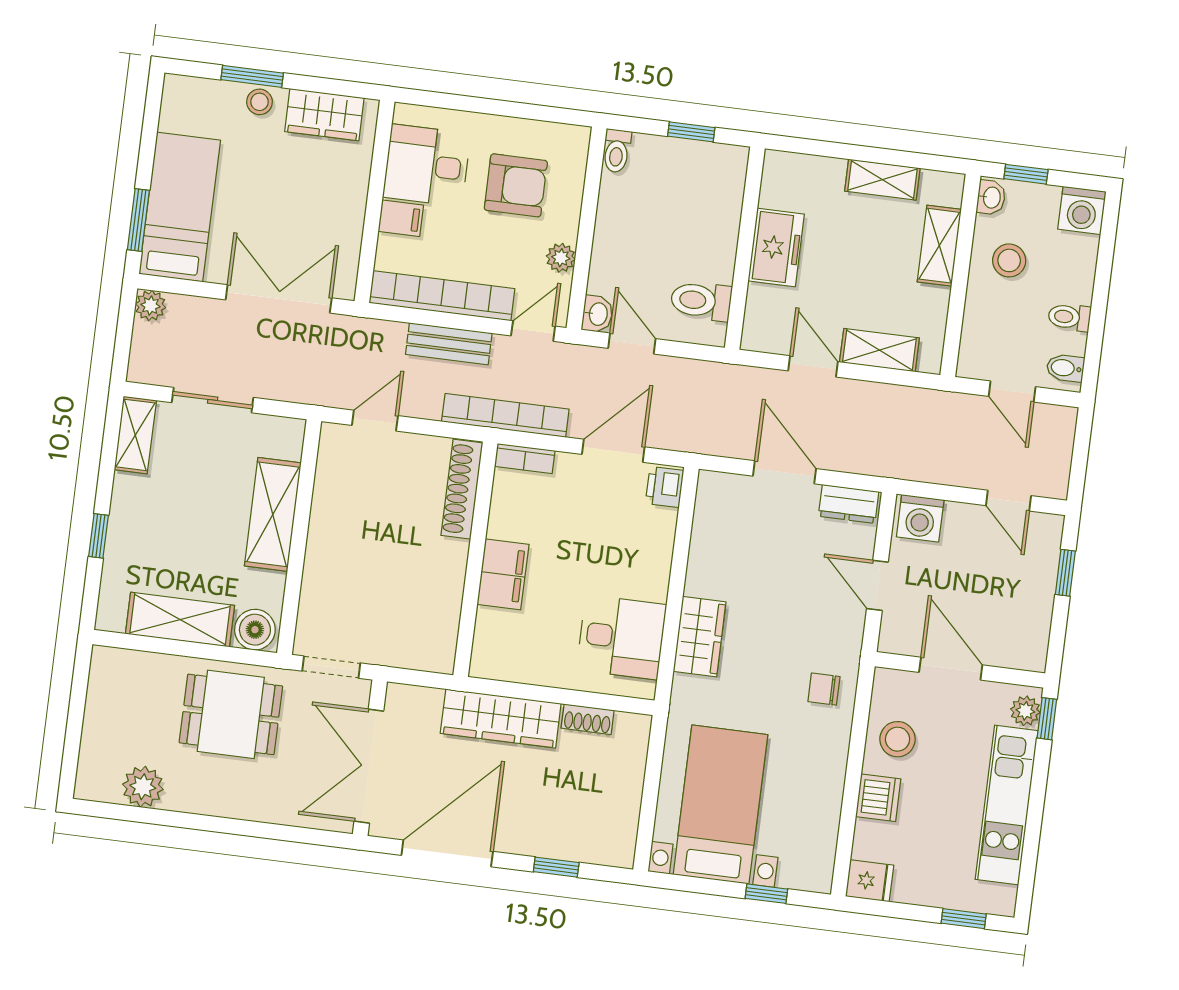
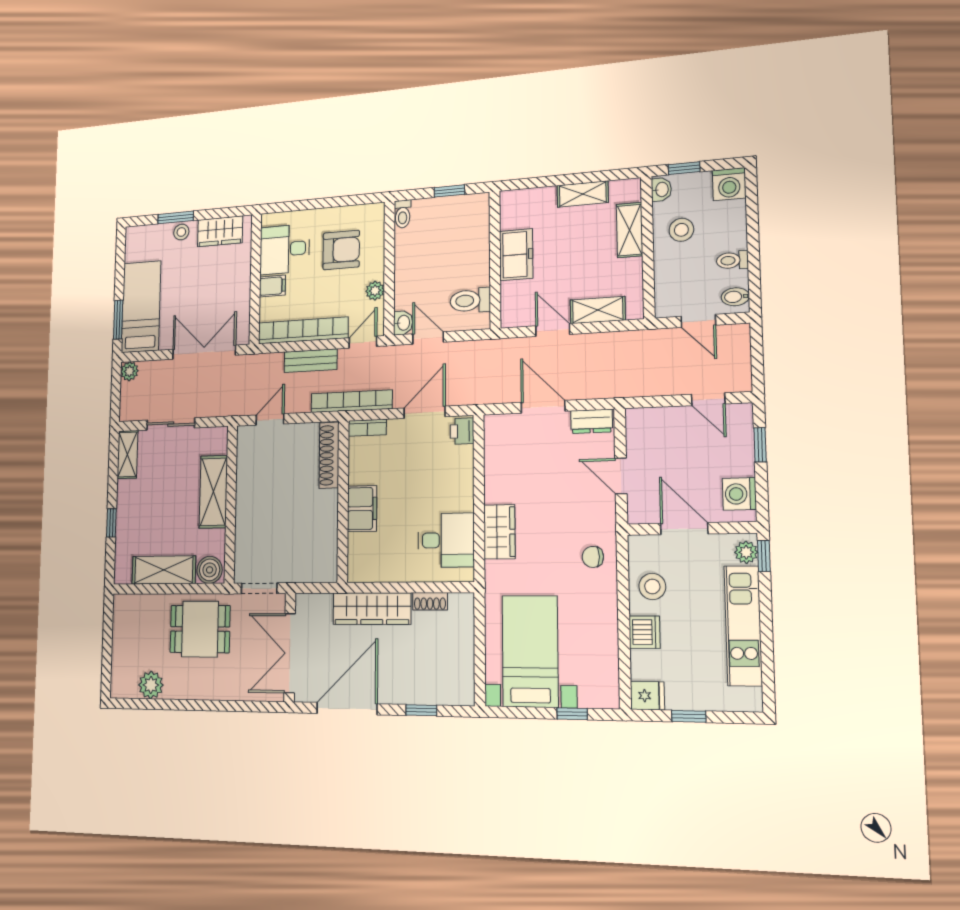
washing machine: (920, 518) -> (739, 494), moved, turned 90
window: (964, 919) -> (689, 716), moved

